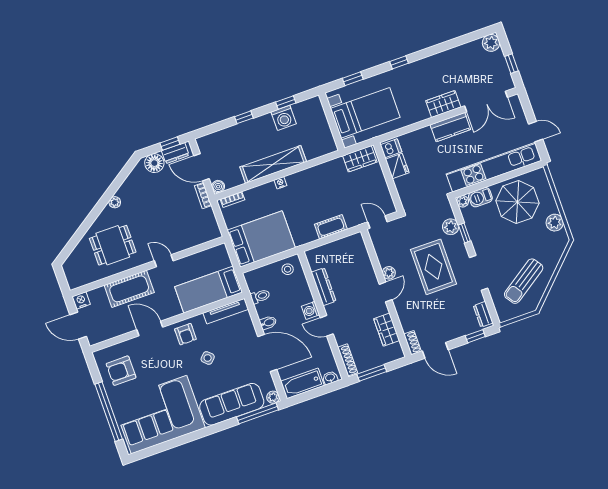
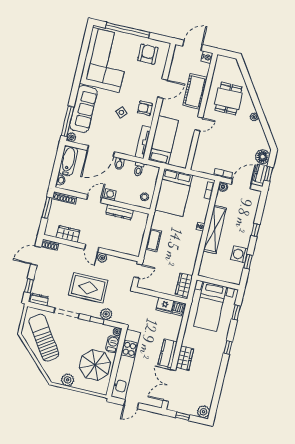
sun lounger: (524, 281) -> (44, 338), width x1.36, depth x1.34

